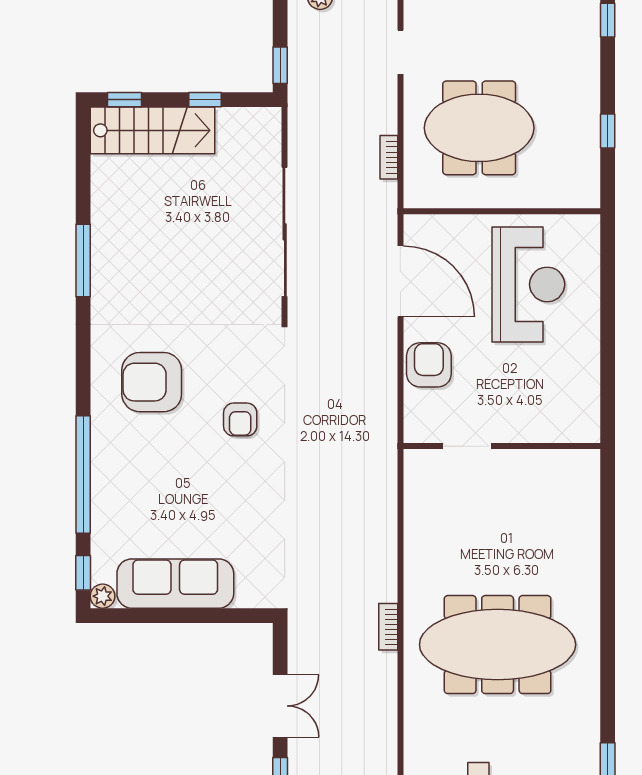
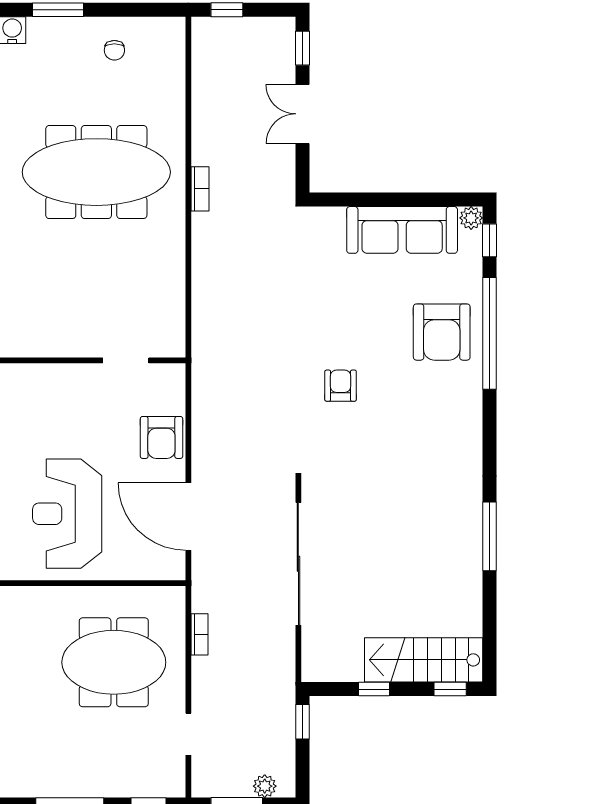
armchair: (152, 382) -> (442, 332), moved, turned 90

